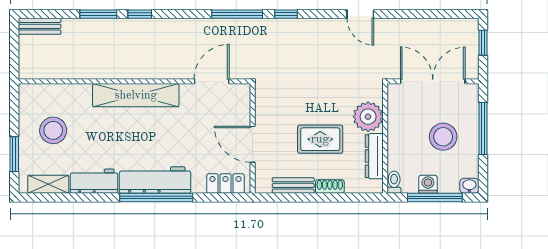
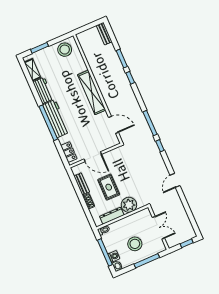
double door: (433, 81) -> (158, 228), width x0.73
stool: (53, 130) -> (65, 50), moved
door: (253, 144) -> (93, 157), swing flipped
washing machine: (428, 184) -> (114, 256), moved

